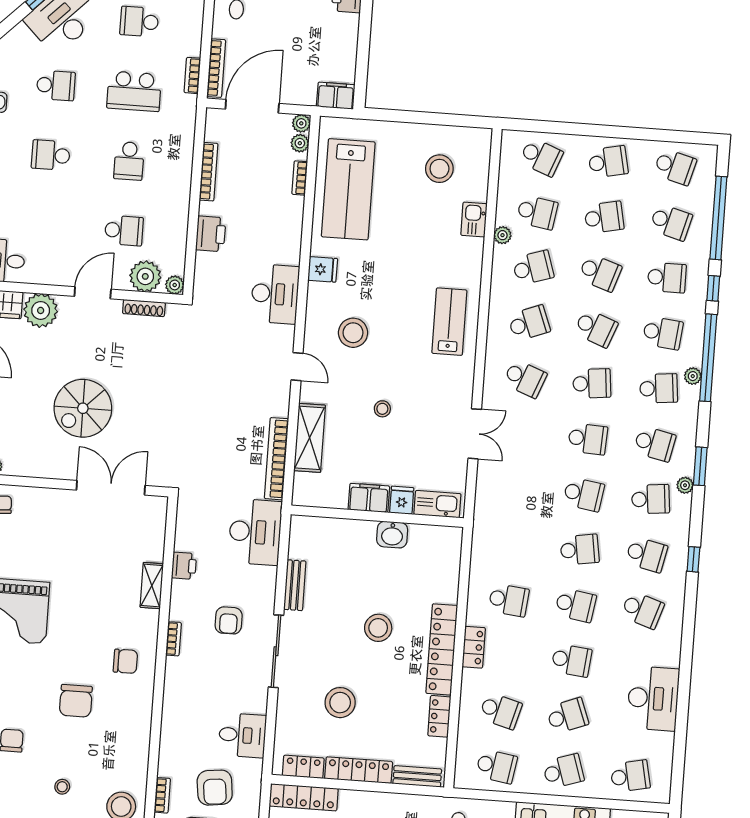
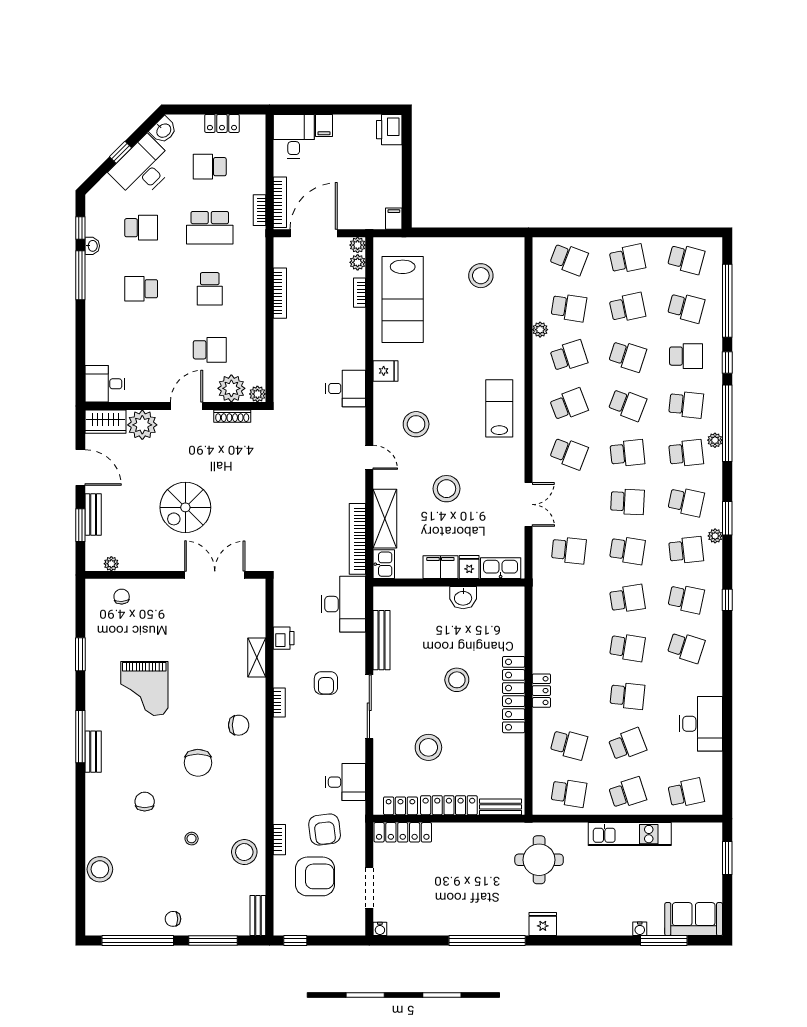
filing cabinet: (336, 96) -> (394, 219), width x0.50
kitchen sink: (474, 220) -> (384, 564), moved, turned 180
printer: (211, 234) -> (286, 347), removed
desk: (275, 294) -> (346, 388), width x0.73
stool: (382, 409) -> (446, 489), width x1.89, depth x1.89
bench: (295, 585) -> (381, 640), width x1.36
school desk: (509, 600) -> (569, 550), moved
locker: (439, 716) -> (516, 753), removed

